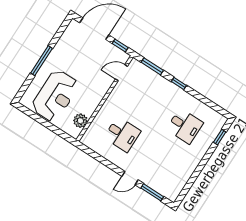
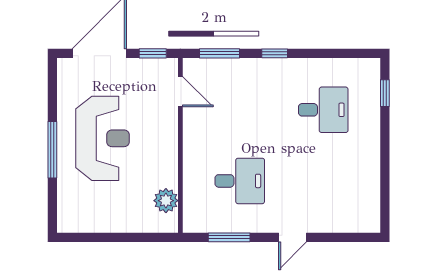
door: (121, 73) -> (180, 92), swing flipped
reception desk: (55, 96) -> (103, 138), moved
window: (152, 192) -> (229, 237), moved

